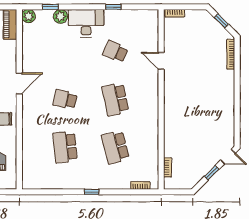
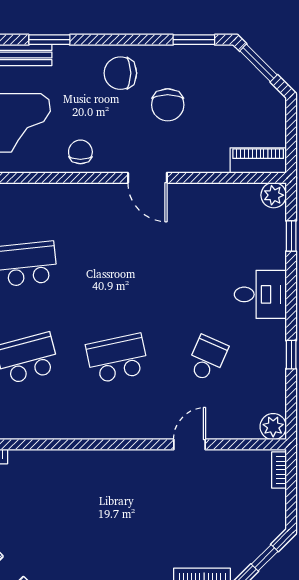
plant: (60, 16) -> (273, 427), moved
desk: (86, 23) -> (260, 294), width x0.73
school desk: (65, 99) -> (117, 264), removed

